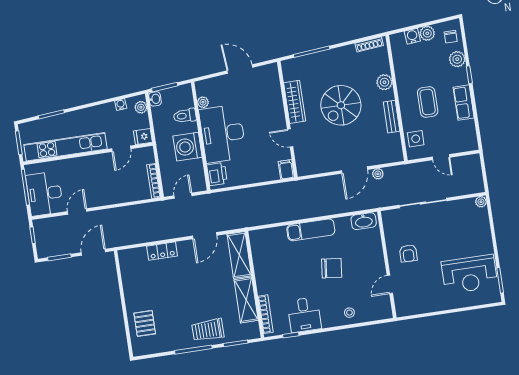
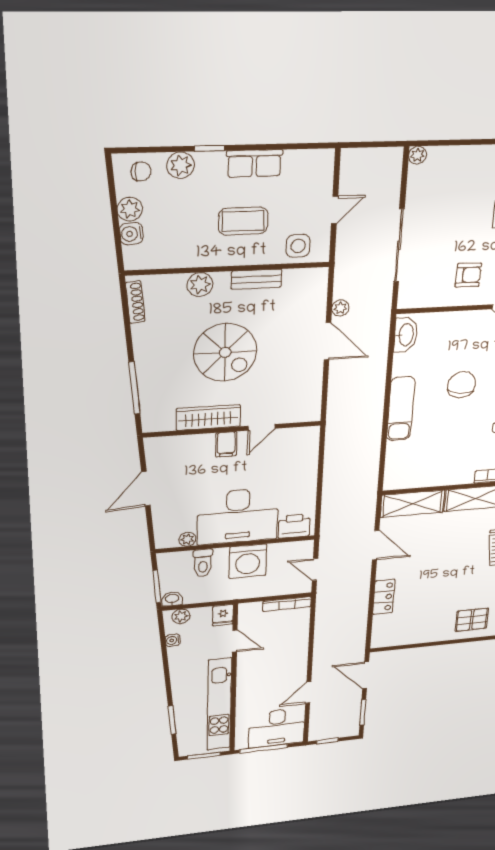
filing cabinet: (286, 169) -> (226, 444), moved, turned -90
door: (77, 211) -> (308, 692), hinge flipped

